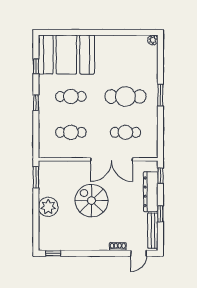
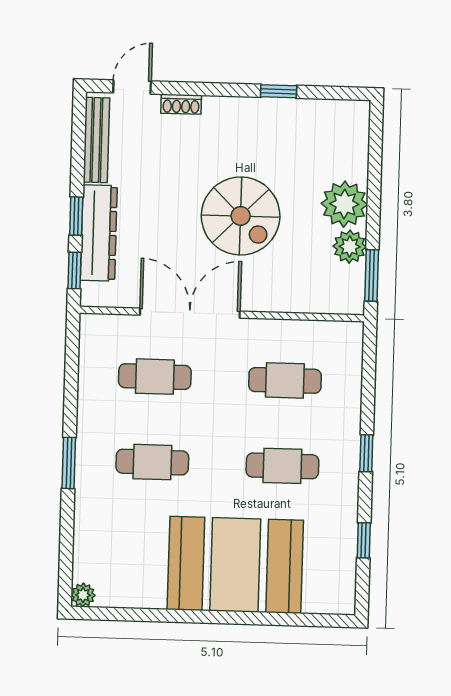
booth: (66, 54) -> (235, 565), moved
cafe table: (125, 96) -> (152, 462), width x0.73, depth x0.74
plant: (45, 189) -> (350, 247), added
window: (160, 214) -> (76, 216), moved
window: (53, 253) -> (279, 91), moved

